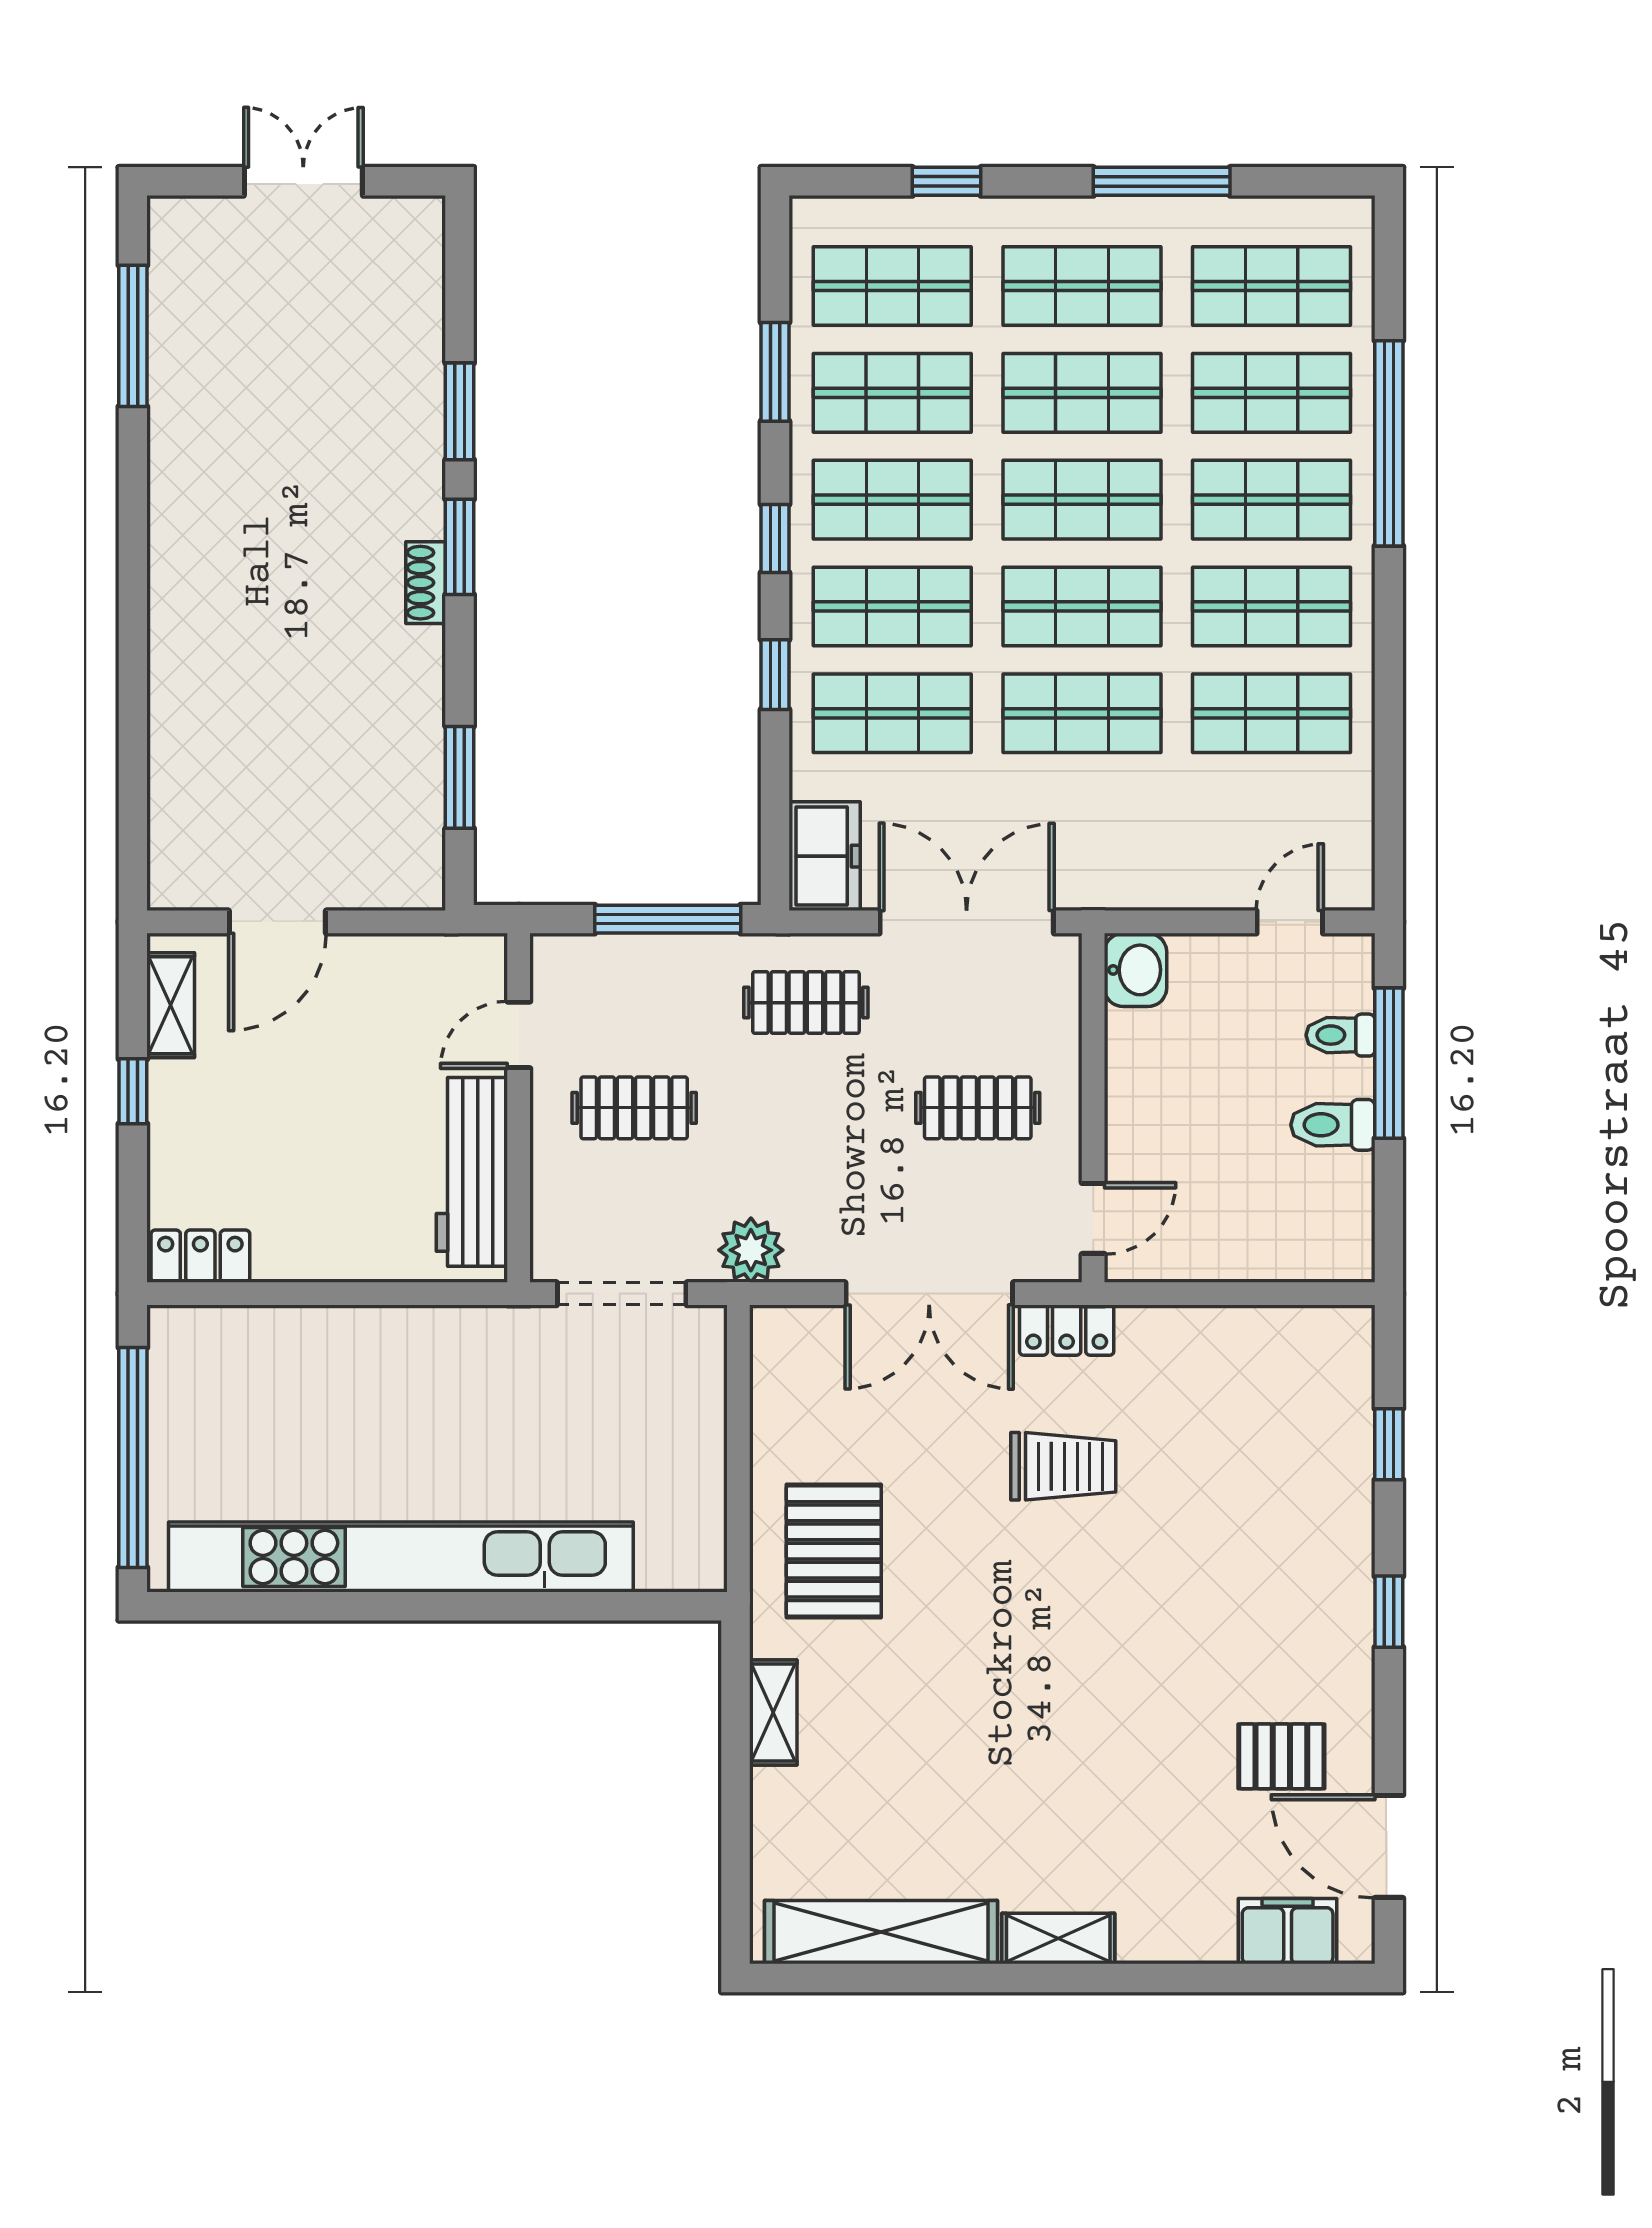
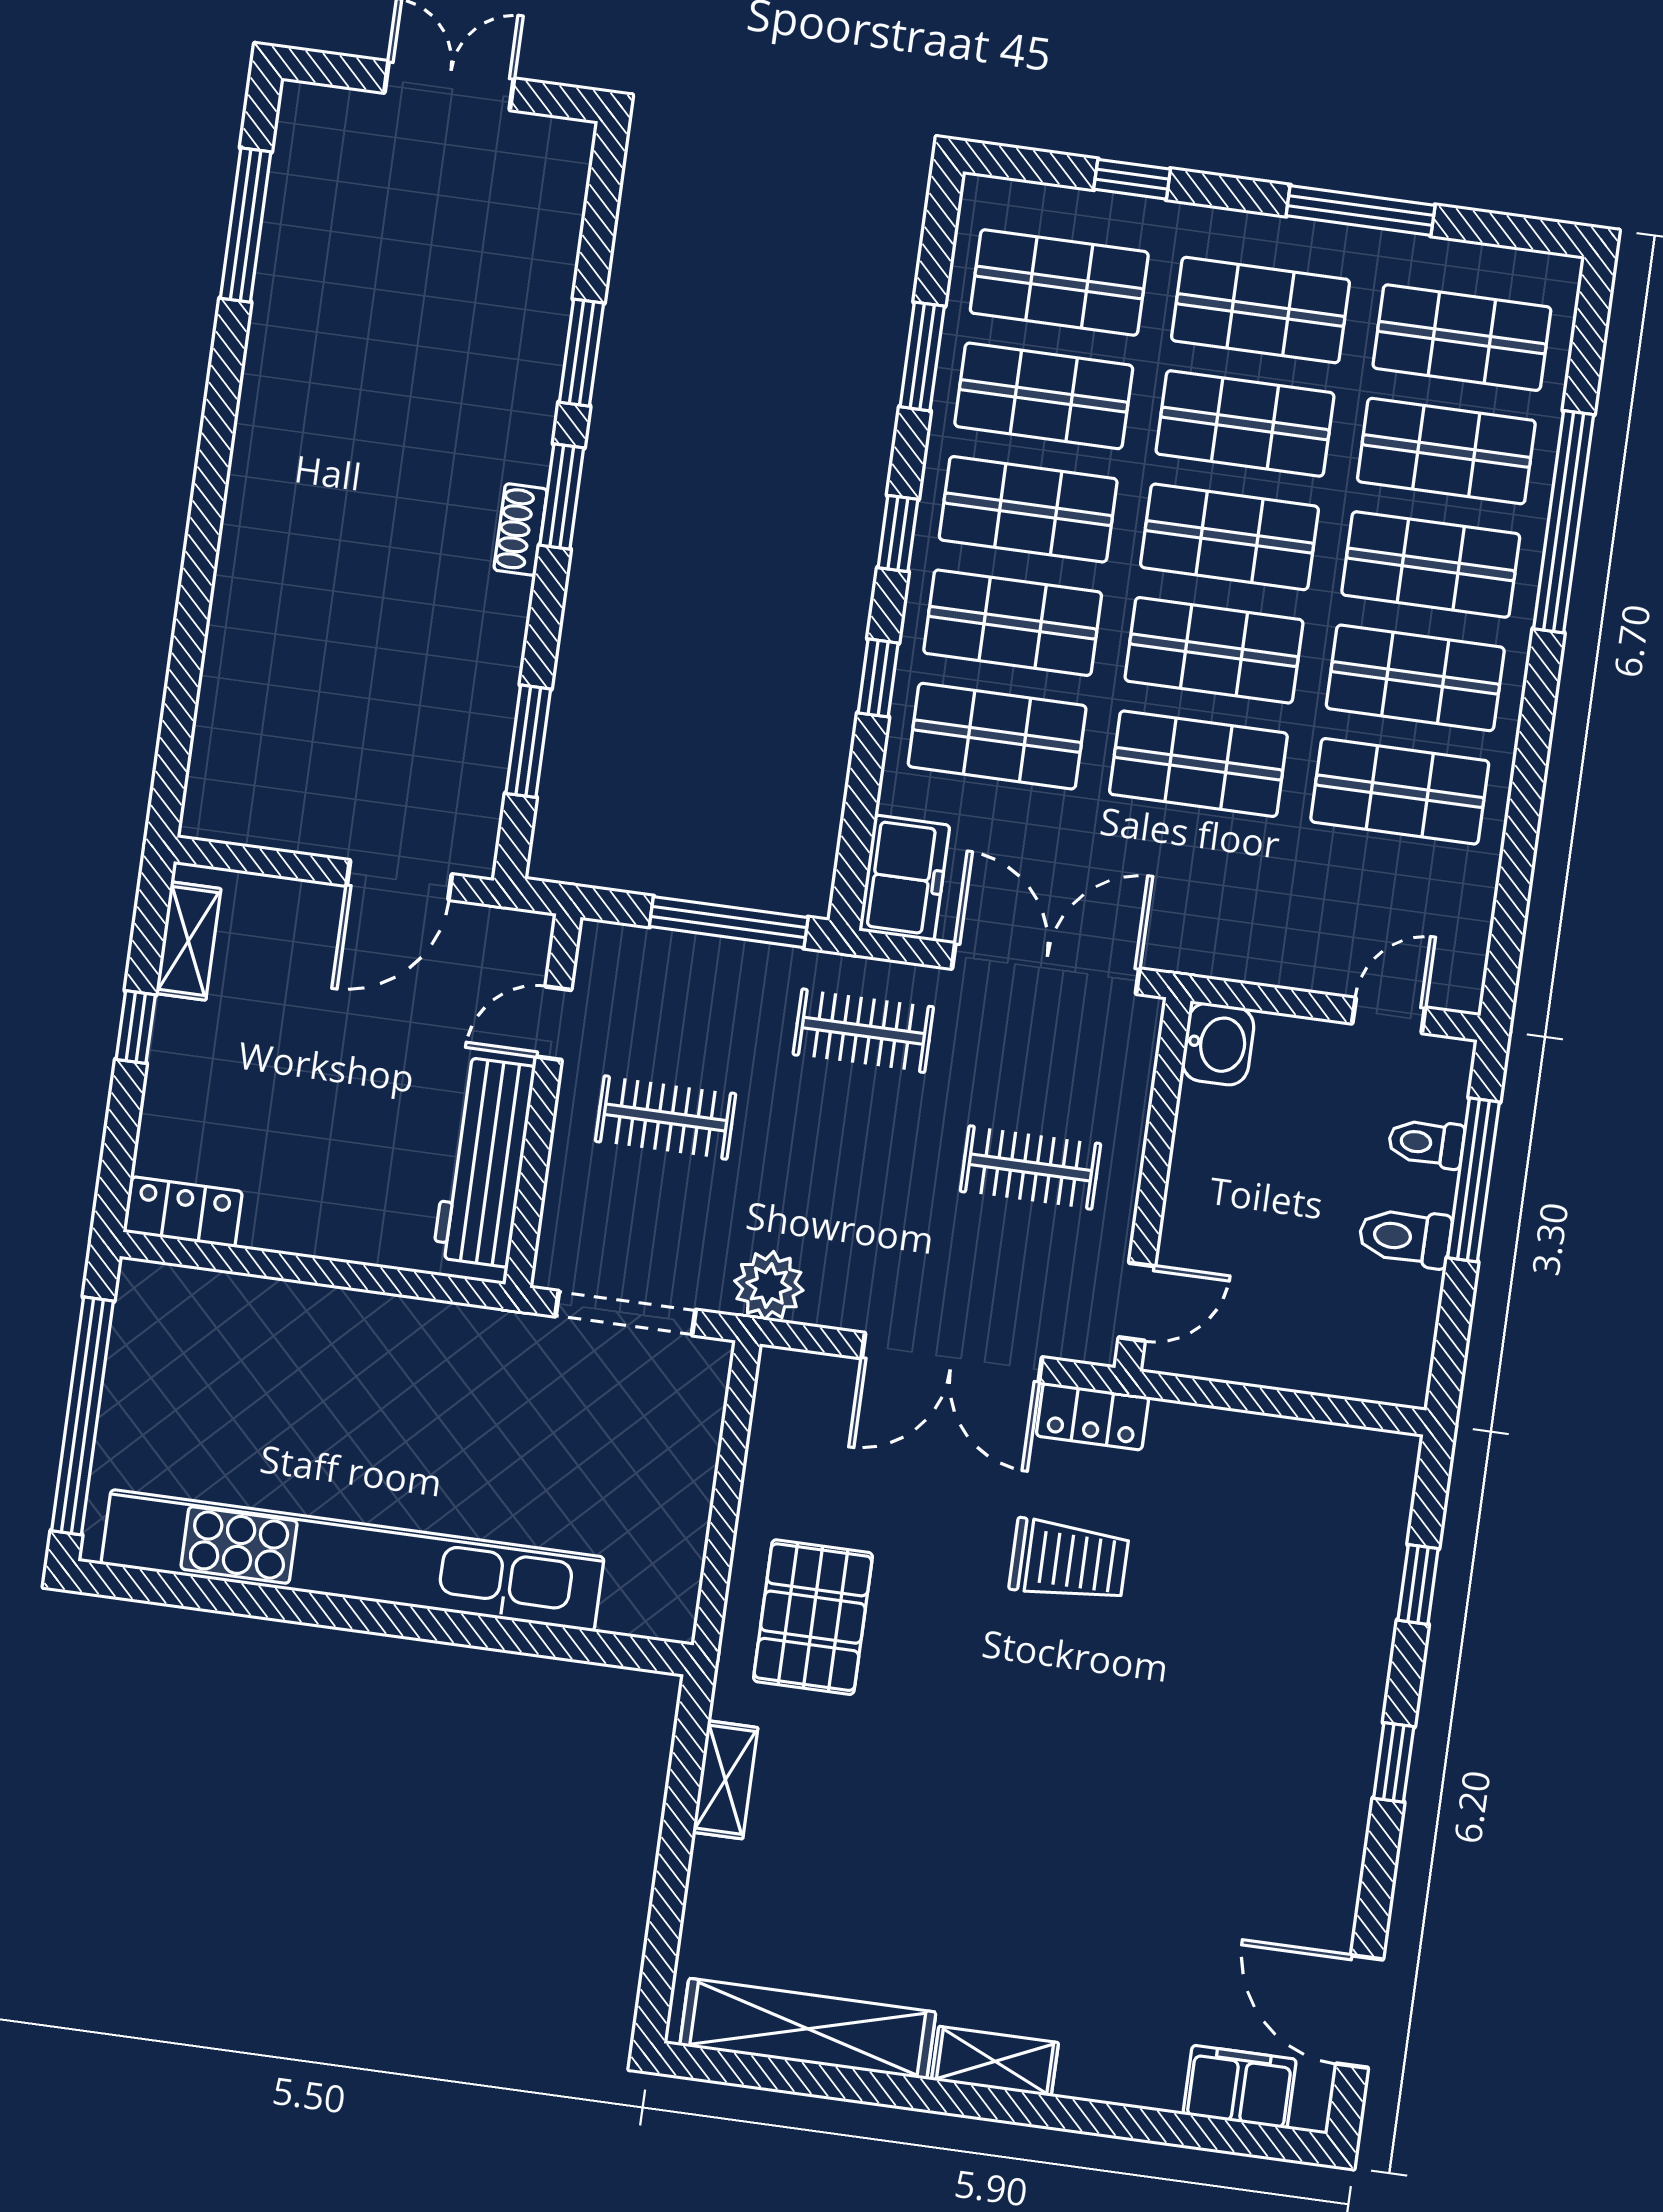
door: (277, 922) -> (399, 880), moved
pallet: (1281, 1756) -> (1258, 1900), removed

